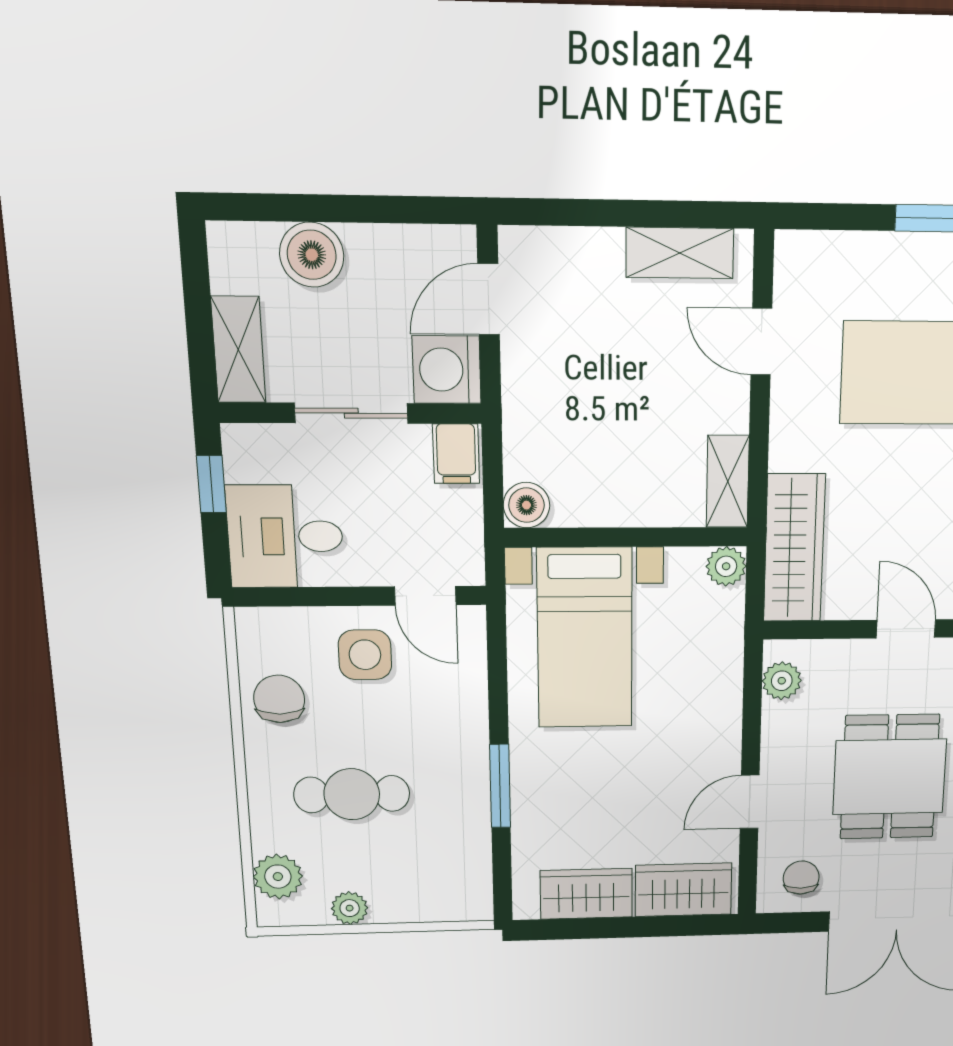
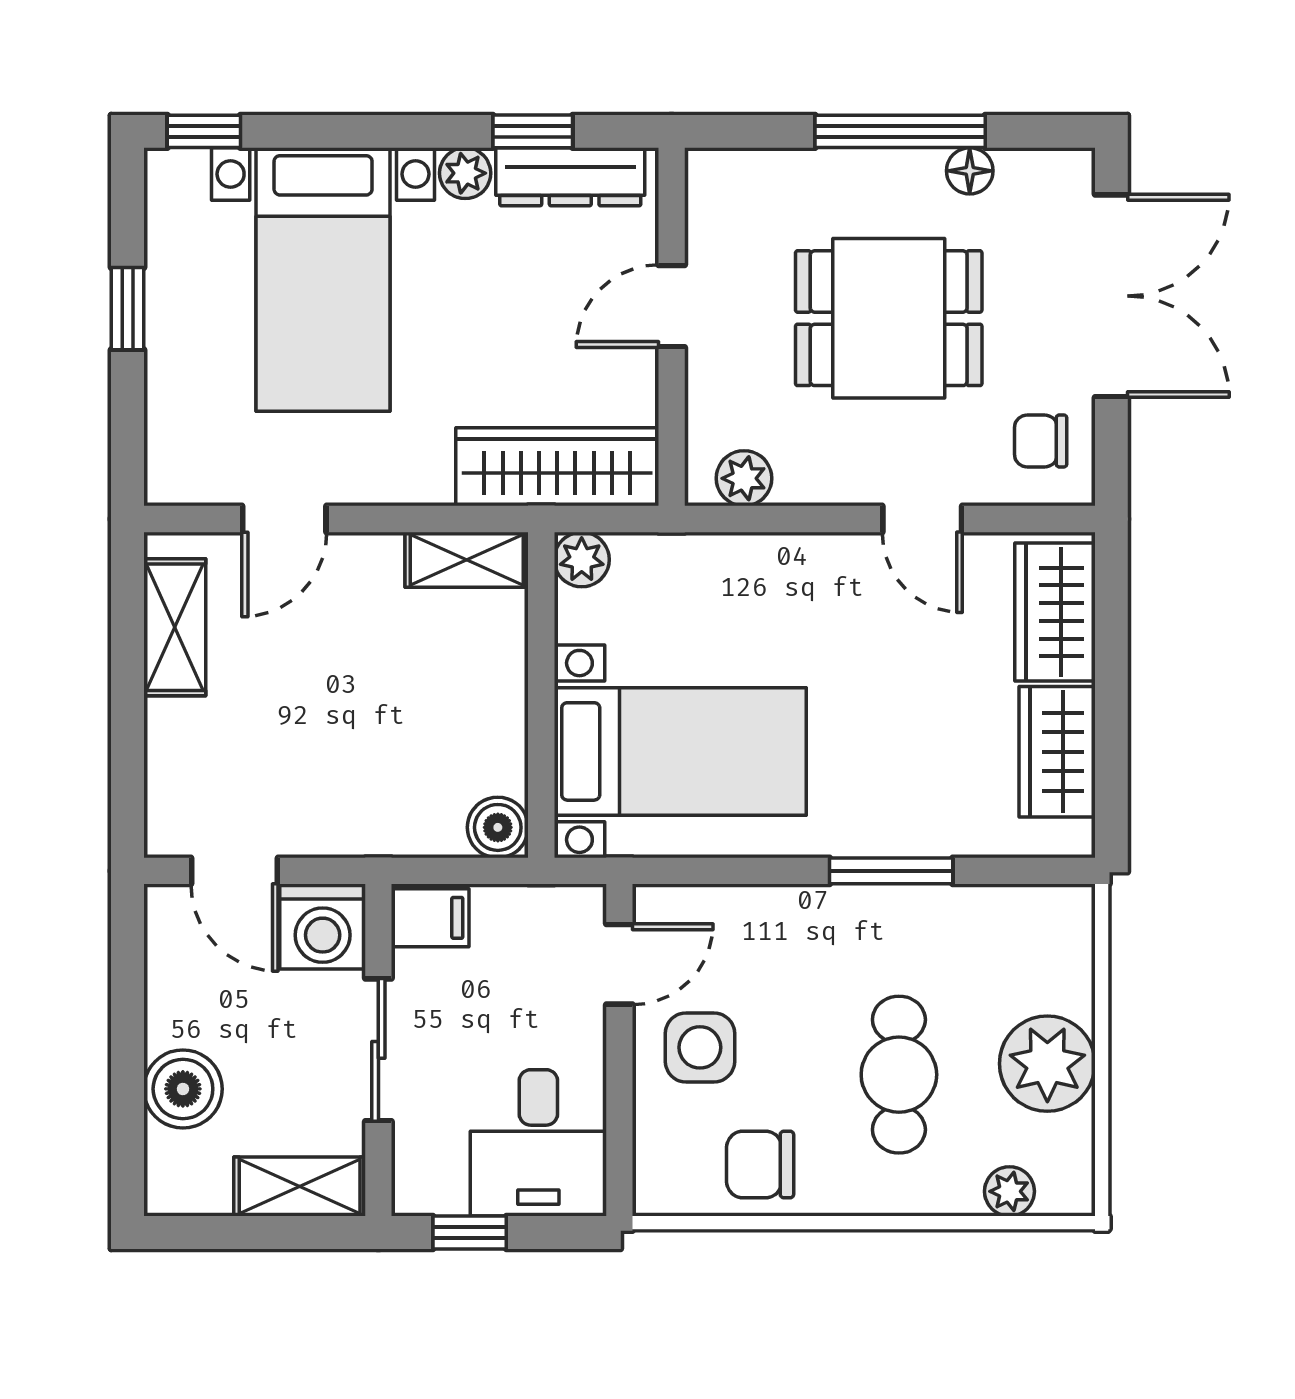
plant: (278, 877) -> (1009, 1191), width x0.73, depth x0.73
plant: (350, 908) -> (1047, 1064), width x1.87, depth x1.87

